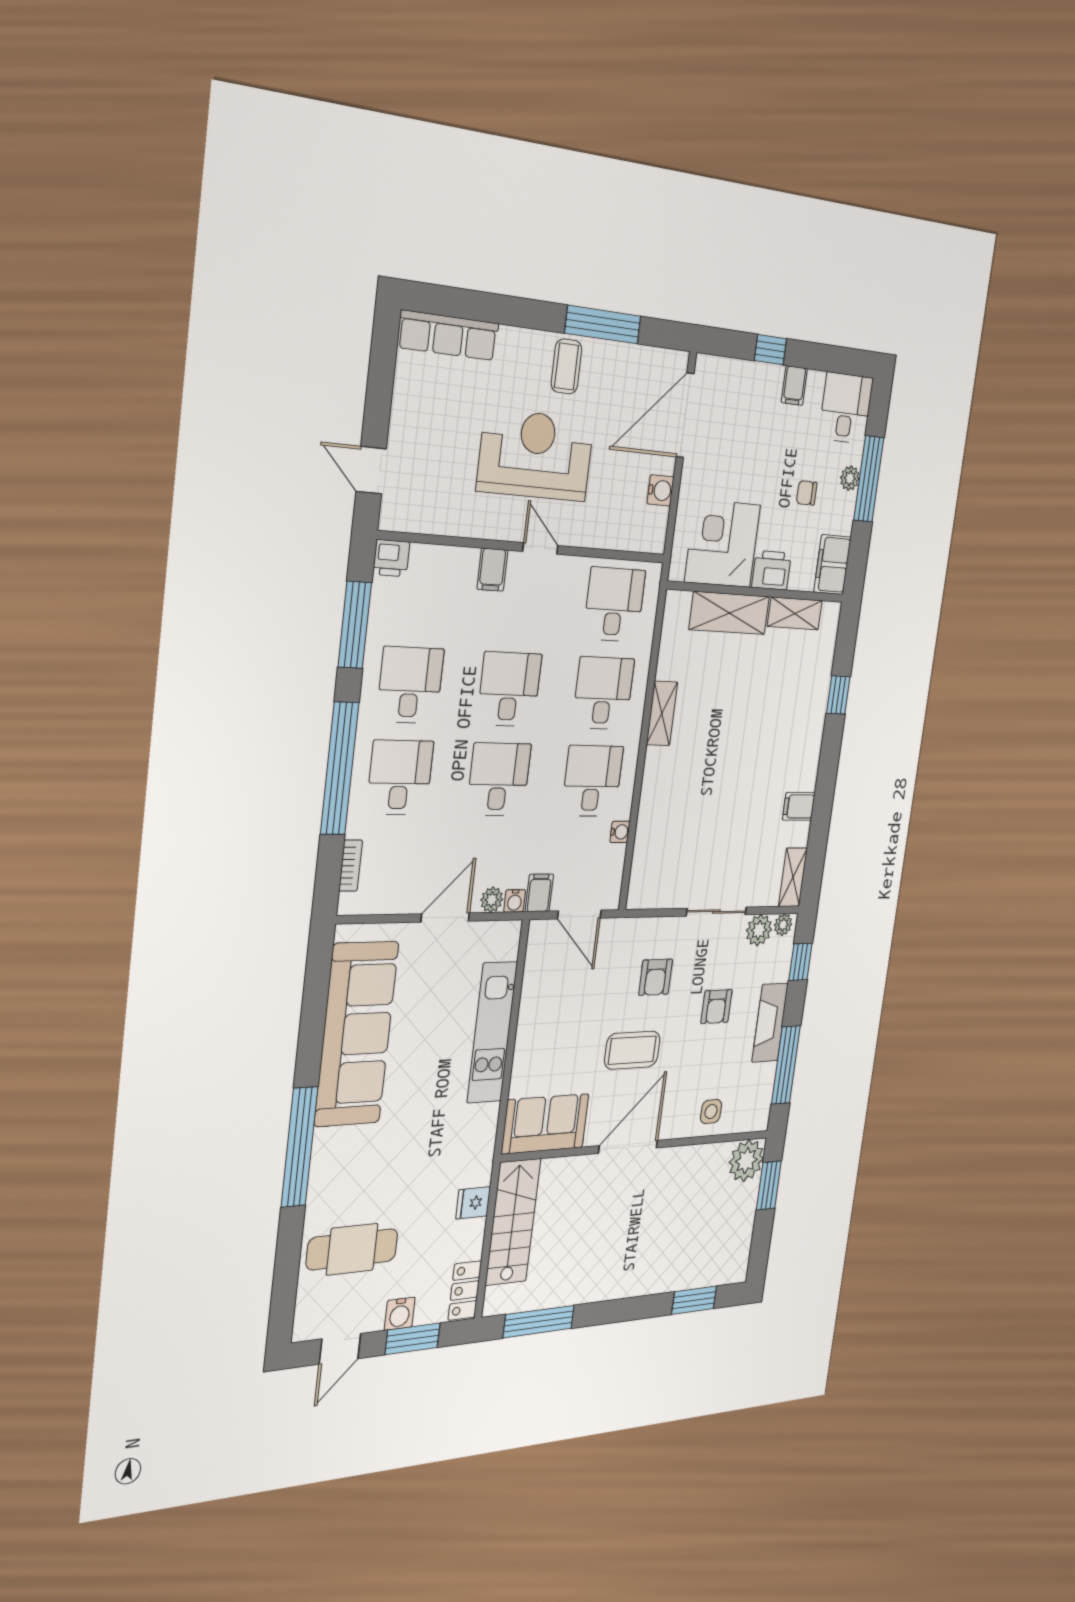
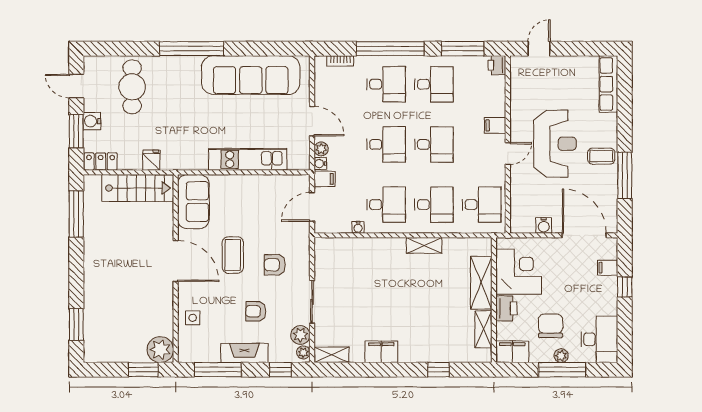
filing cabinet: (794, 386) -> (608, 268), moved
desk: (846, 408) -> (599, 339), width x1.37
chair: (807, 493) -> (551, 326), width x1.87, depth x1.87
filing cabinet: (799, 806) -> (381, 352), width x2.00

